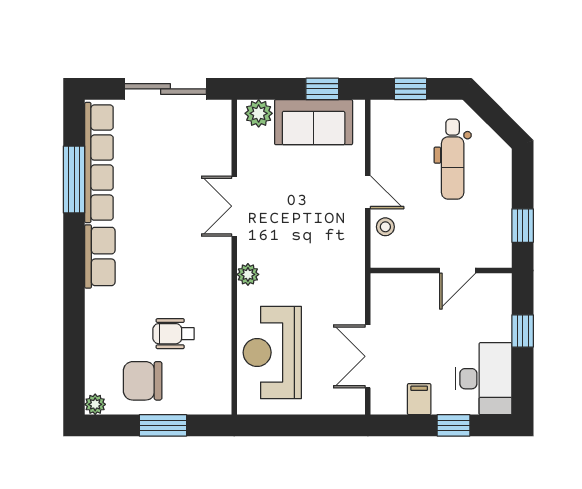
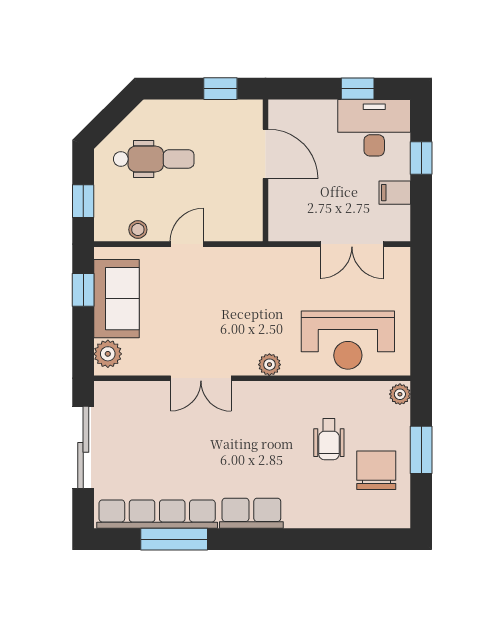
stool: (385, 227) -> (138, 230), moved
door: (458, 271) -> (266, 154), width x1.38
window: (523, 331) -> (358, 89), moved
chair: (143, 381) -> (376, 470), turned 180
plant: (95, 404) -> (400, 394), moved

